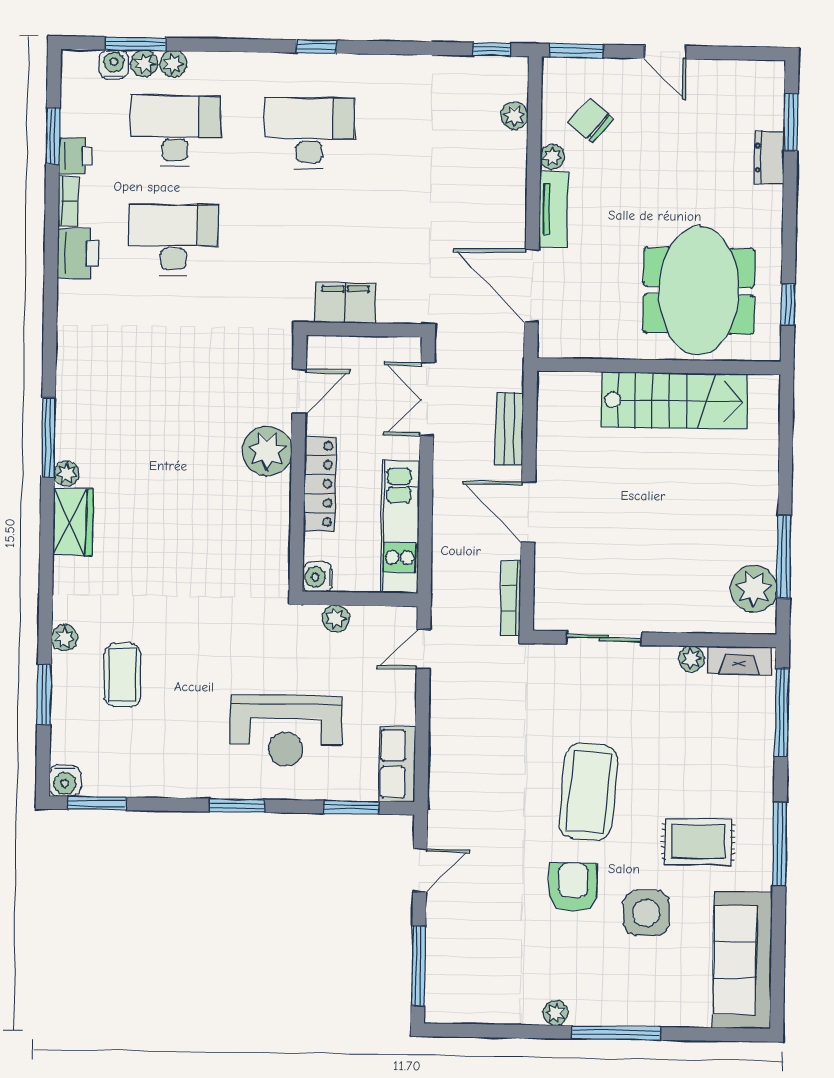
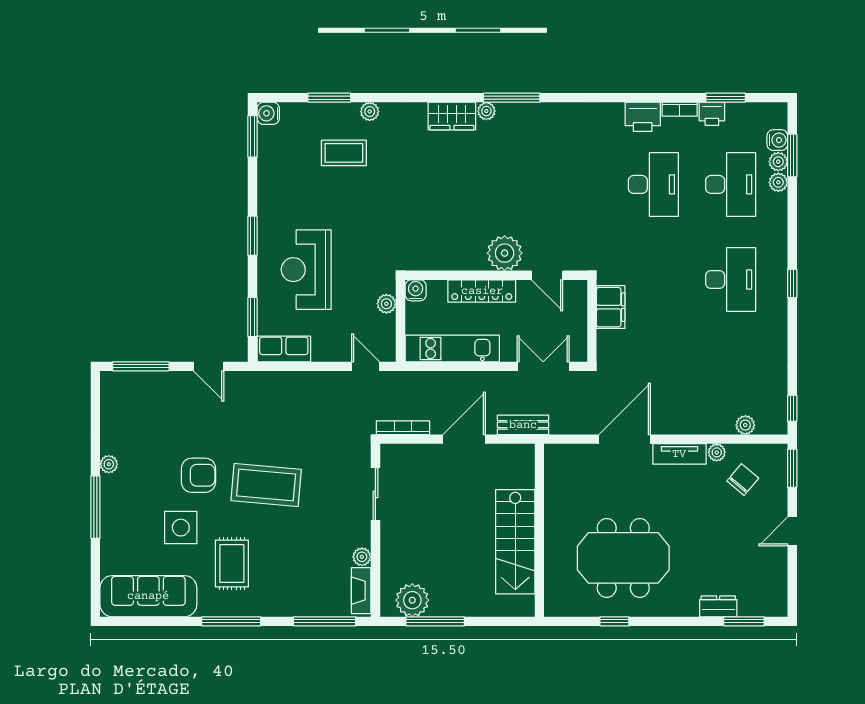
wall: (659, 366) -> (539, 530), moved
stairs: (674, 401) -> (515, 542), moved

